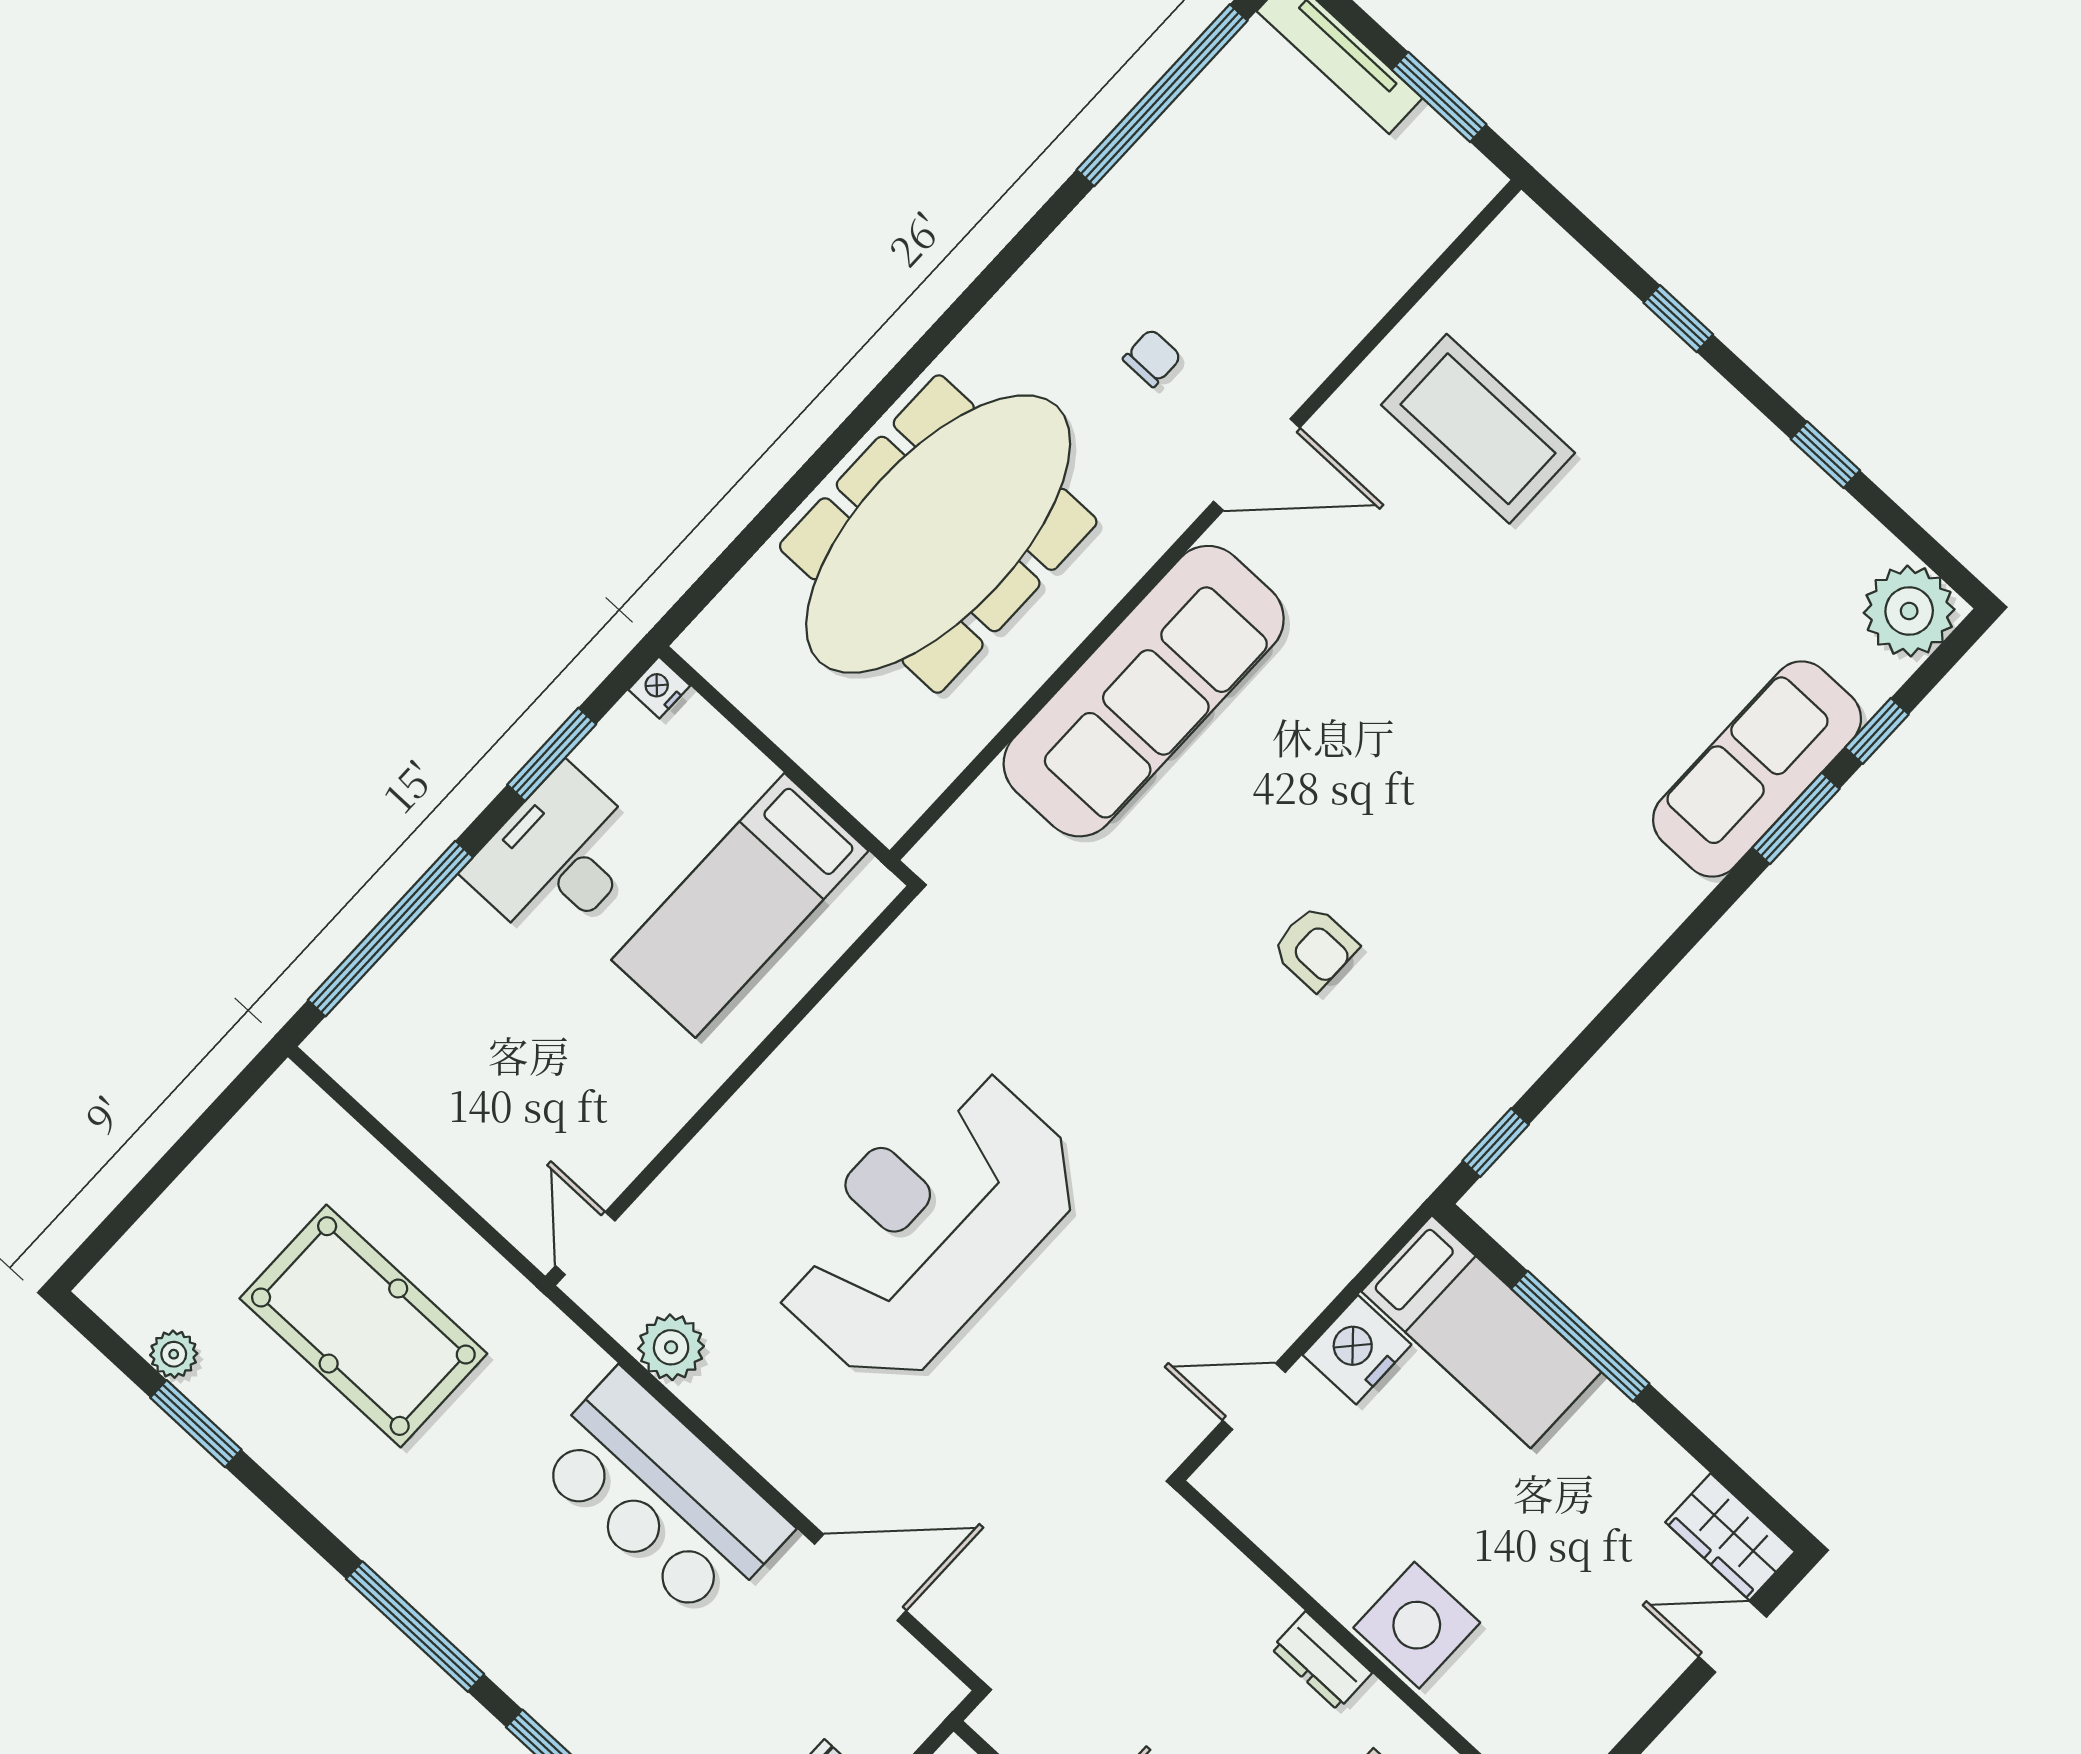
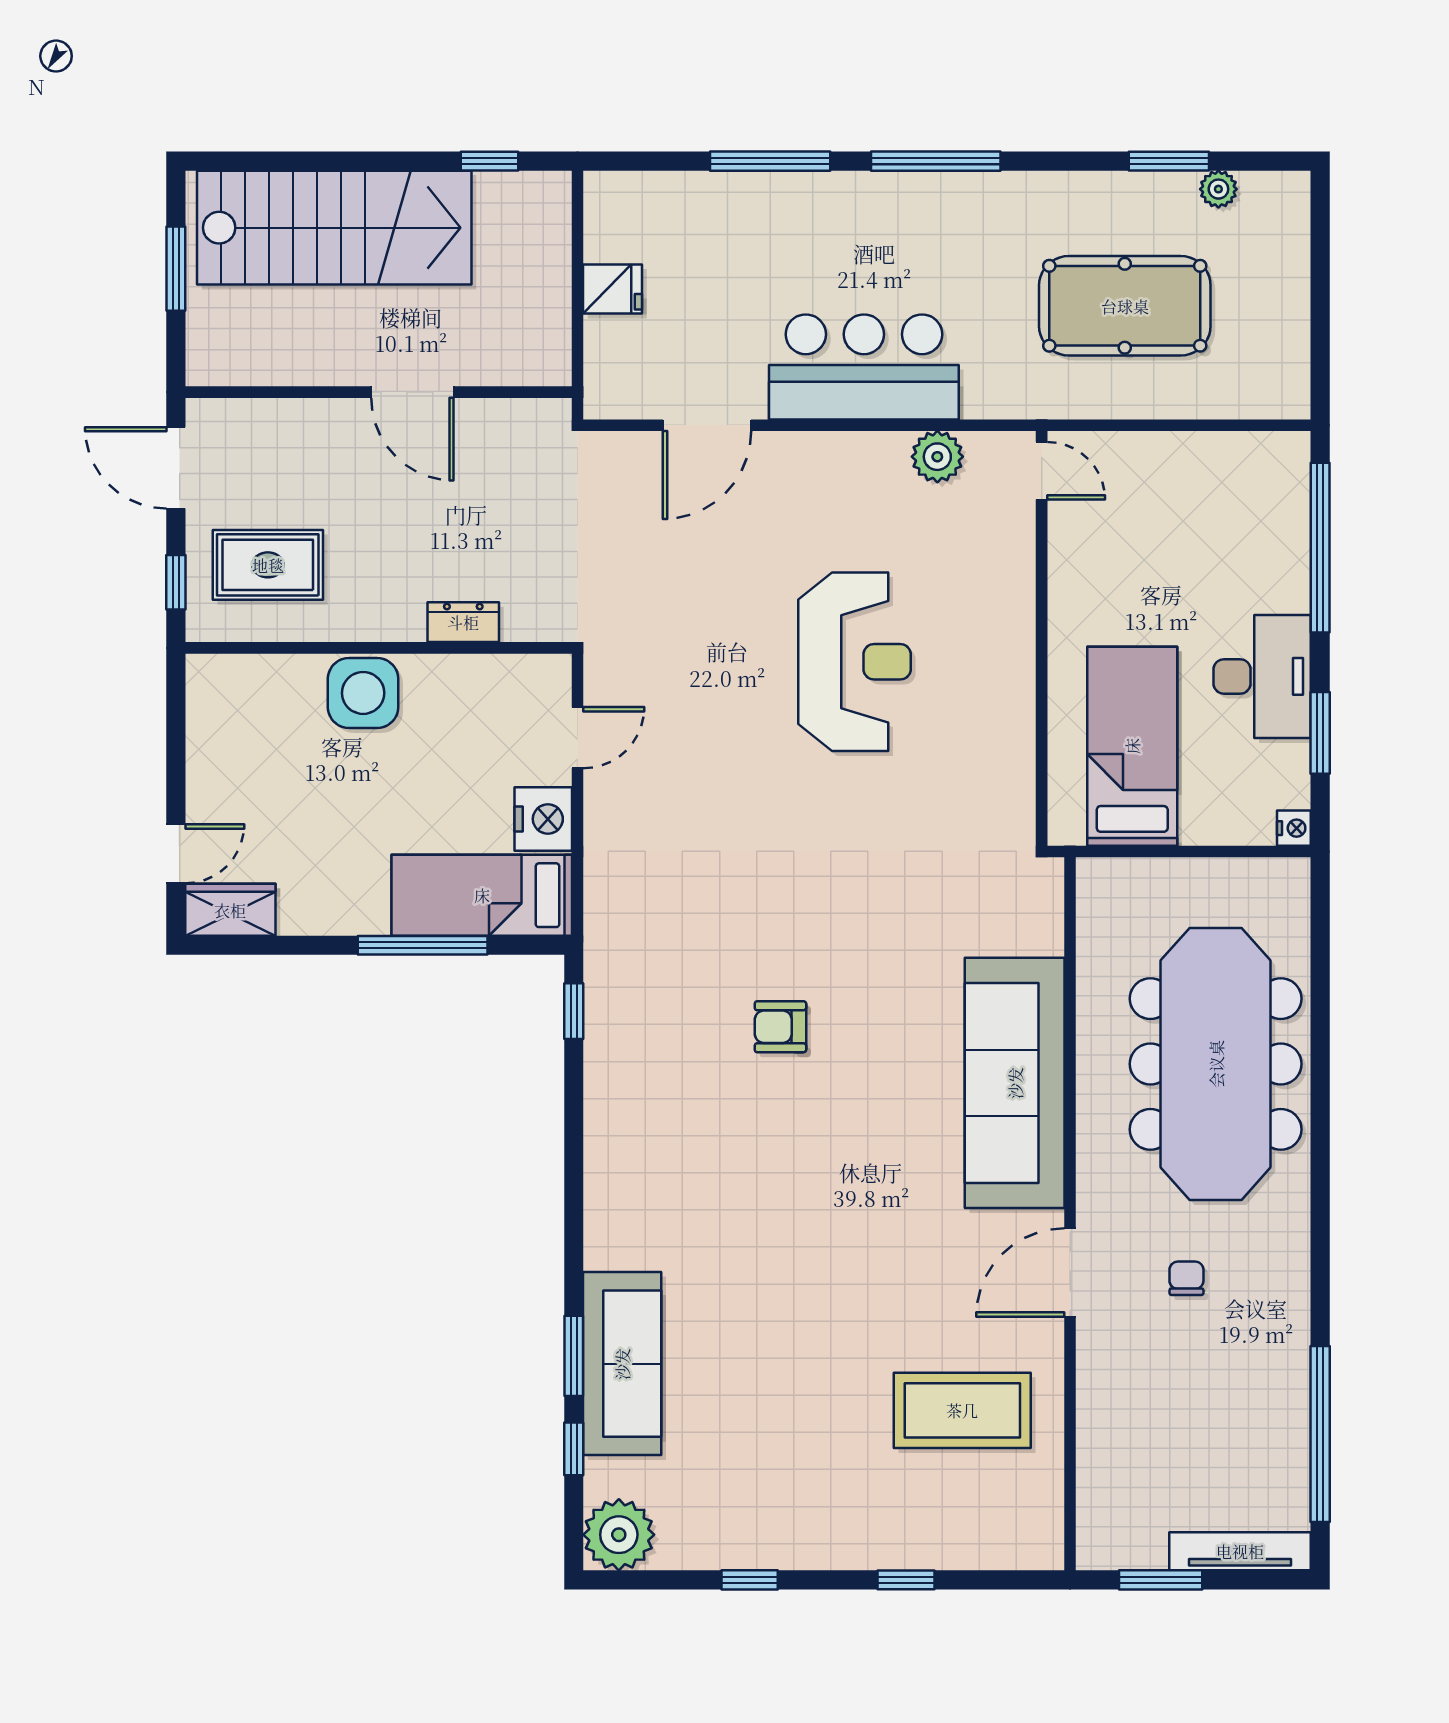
chair: (1152, 358) -> (1186, 1278), turned 180
reception desk: (927, 1227) -> (855, 662), width x0.74, depth x0.77
dresser: (1322, 1661) -> (463, 622), moved

